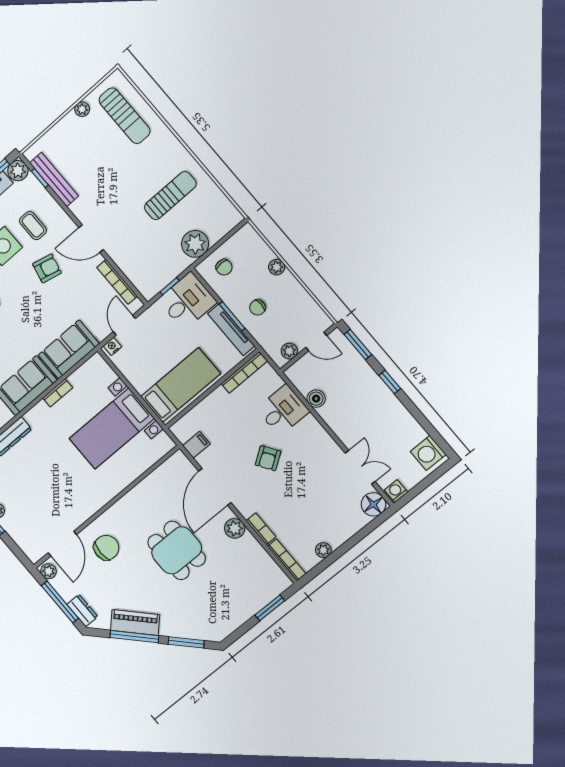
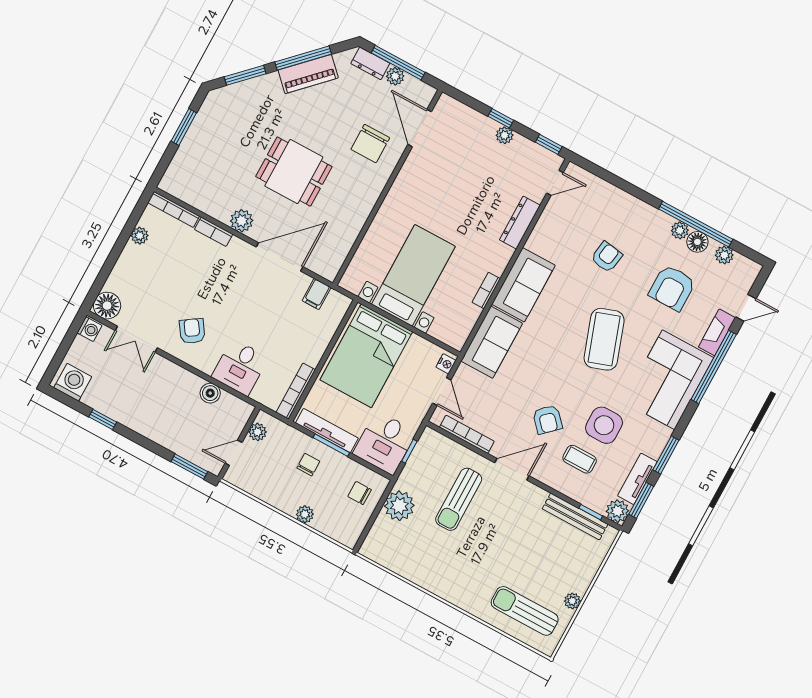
sun lounger: (170, 196) -> (459, 499), moved
armchair: (47, 268) -> (547, 419), turned -56
window: (390, 382) -> (103, 420), moved
bed: (181, 385) -> (366, 356), width x1.50
armchair: (268, 458) -> (192, 331), moved
door: (215, 487) -> (280, 257), hinge flipped
plant: (49, 571) -> (395, 76), moved
window: (270, 608) -> (184, 127), moved

